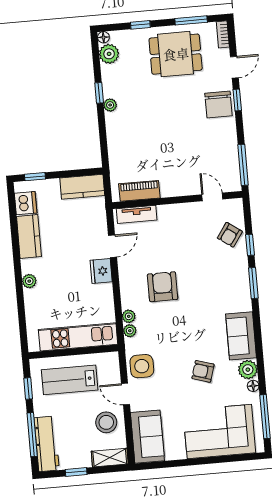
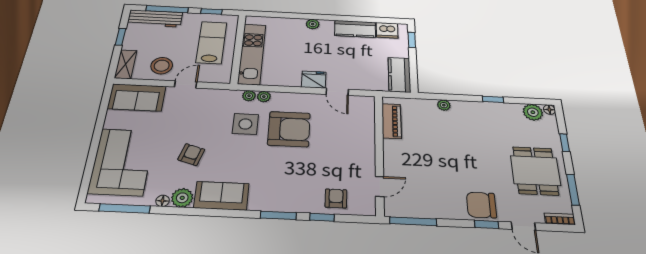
plant: (110, 105) -> (444, 105), moved
tv unit: (137, 214) -> (367, 116), removed
armchair: (230, 235) -> (336, 198), turned 55
armchair: (163, 287) -> (289, 129), width x1.36, depth x1.36
side table: (142, 366) -> (245, 124), moved

